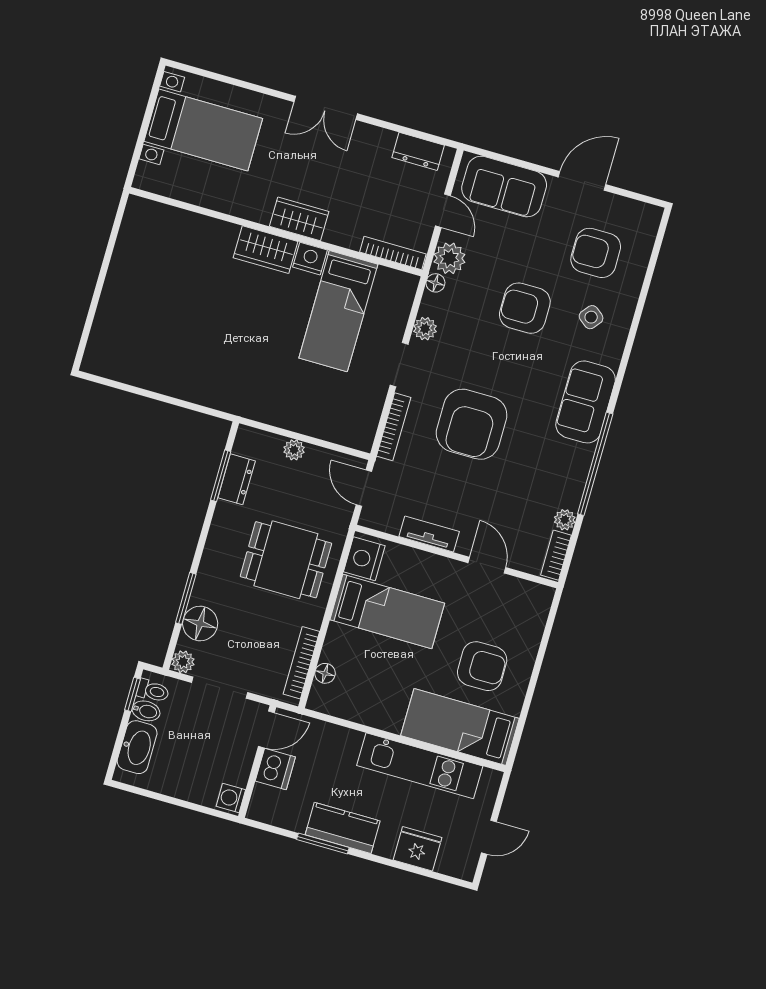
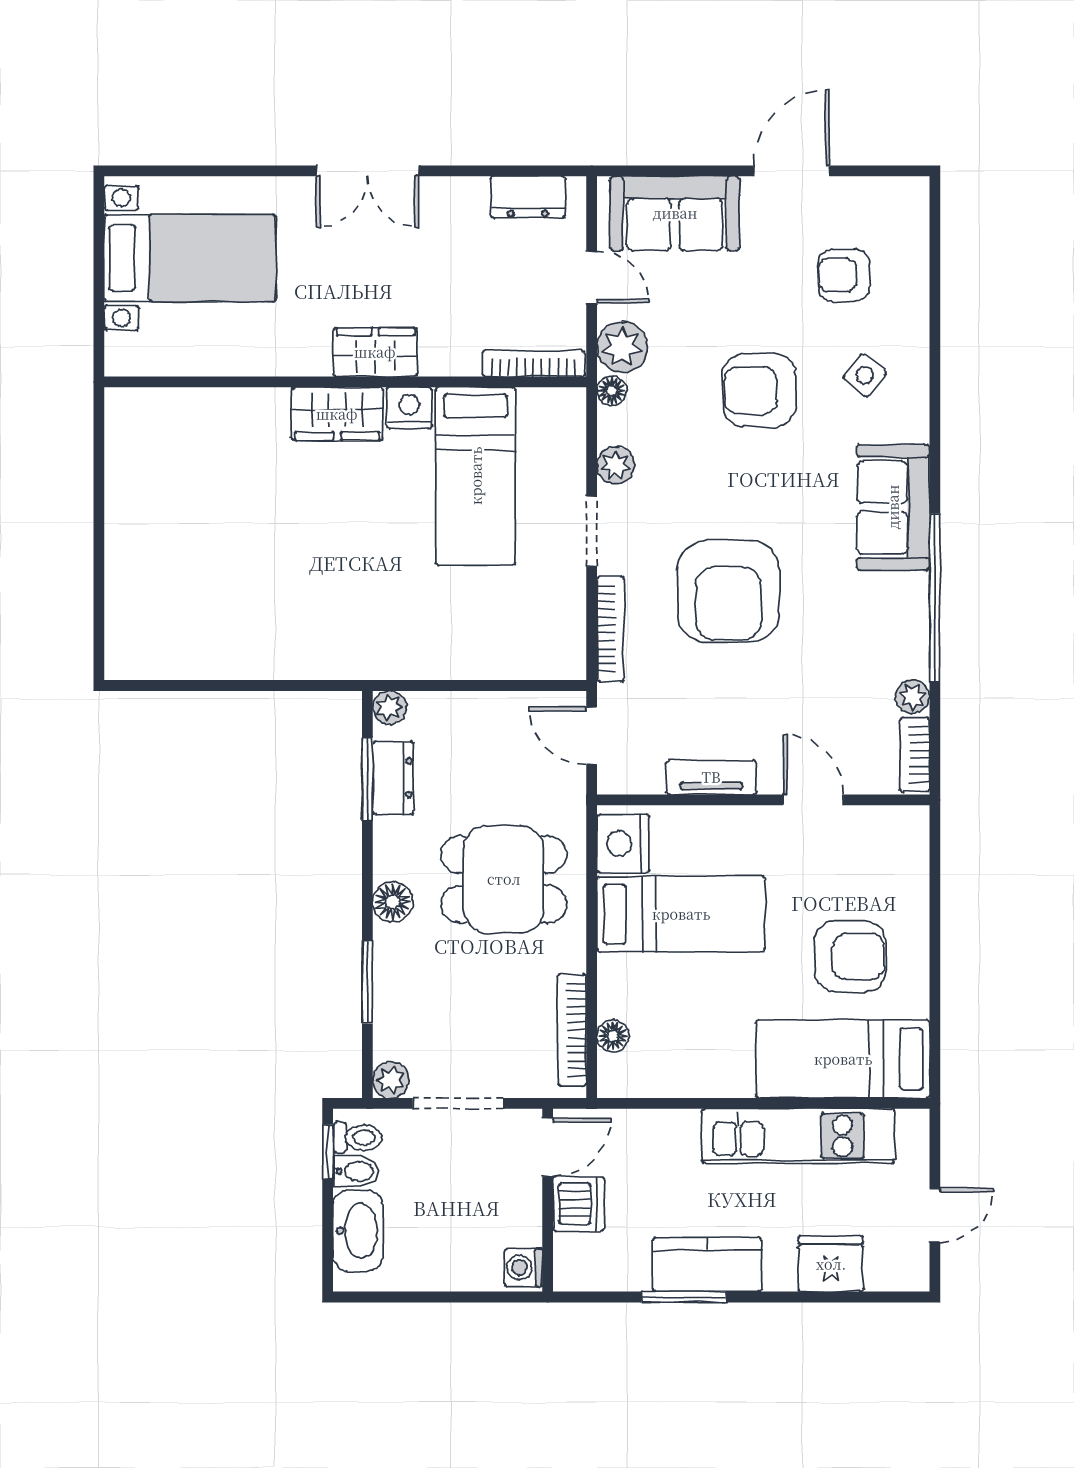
armchair: (596, 253) -> (844, 275), width x0.72, depth x0.72
plant: (294, 450) -> (389, 708), moved
floor lamp: (200, 623) -> (393, 902), moved, width x0.73, depth x0.73

